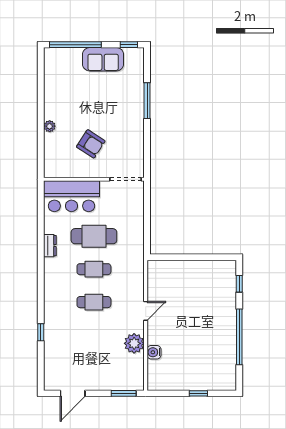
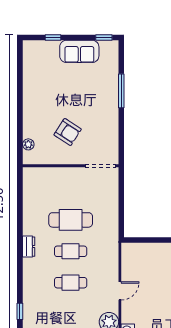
window: (75, 45) -> (53, 37), width x0.32
plant: (50, 126) -> (28, 144), moved
bar counter: (71, 196) -> (49, 182), removed
dresser: (50, 246) -> (29, 247), moved

